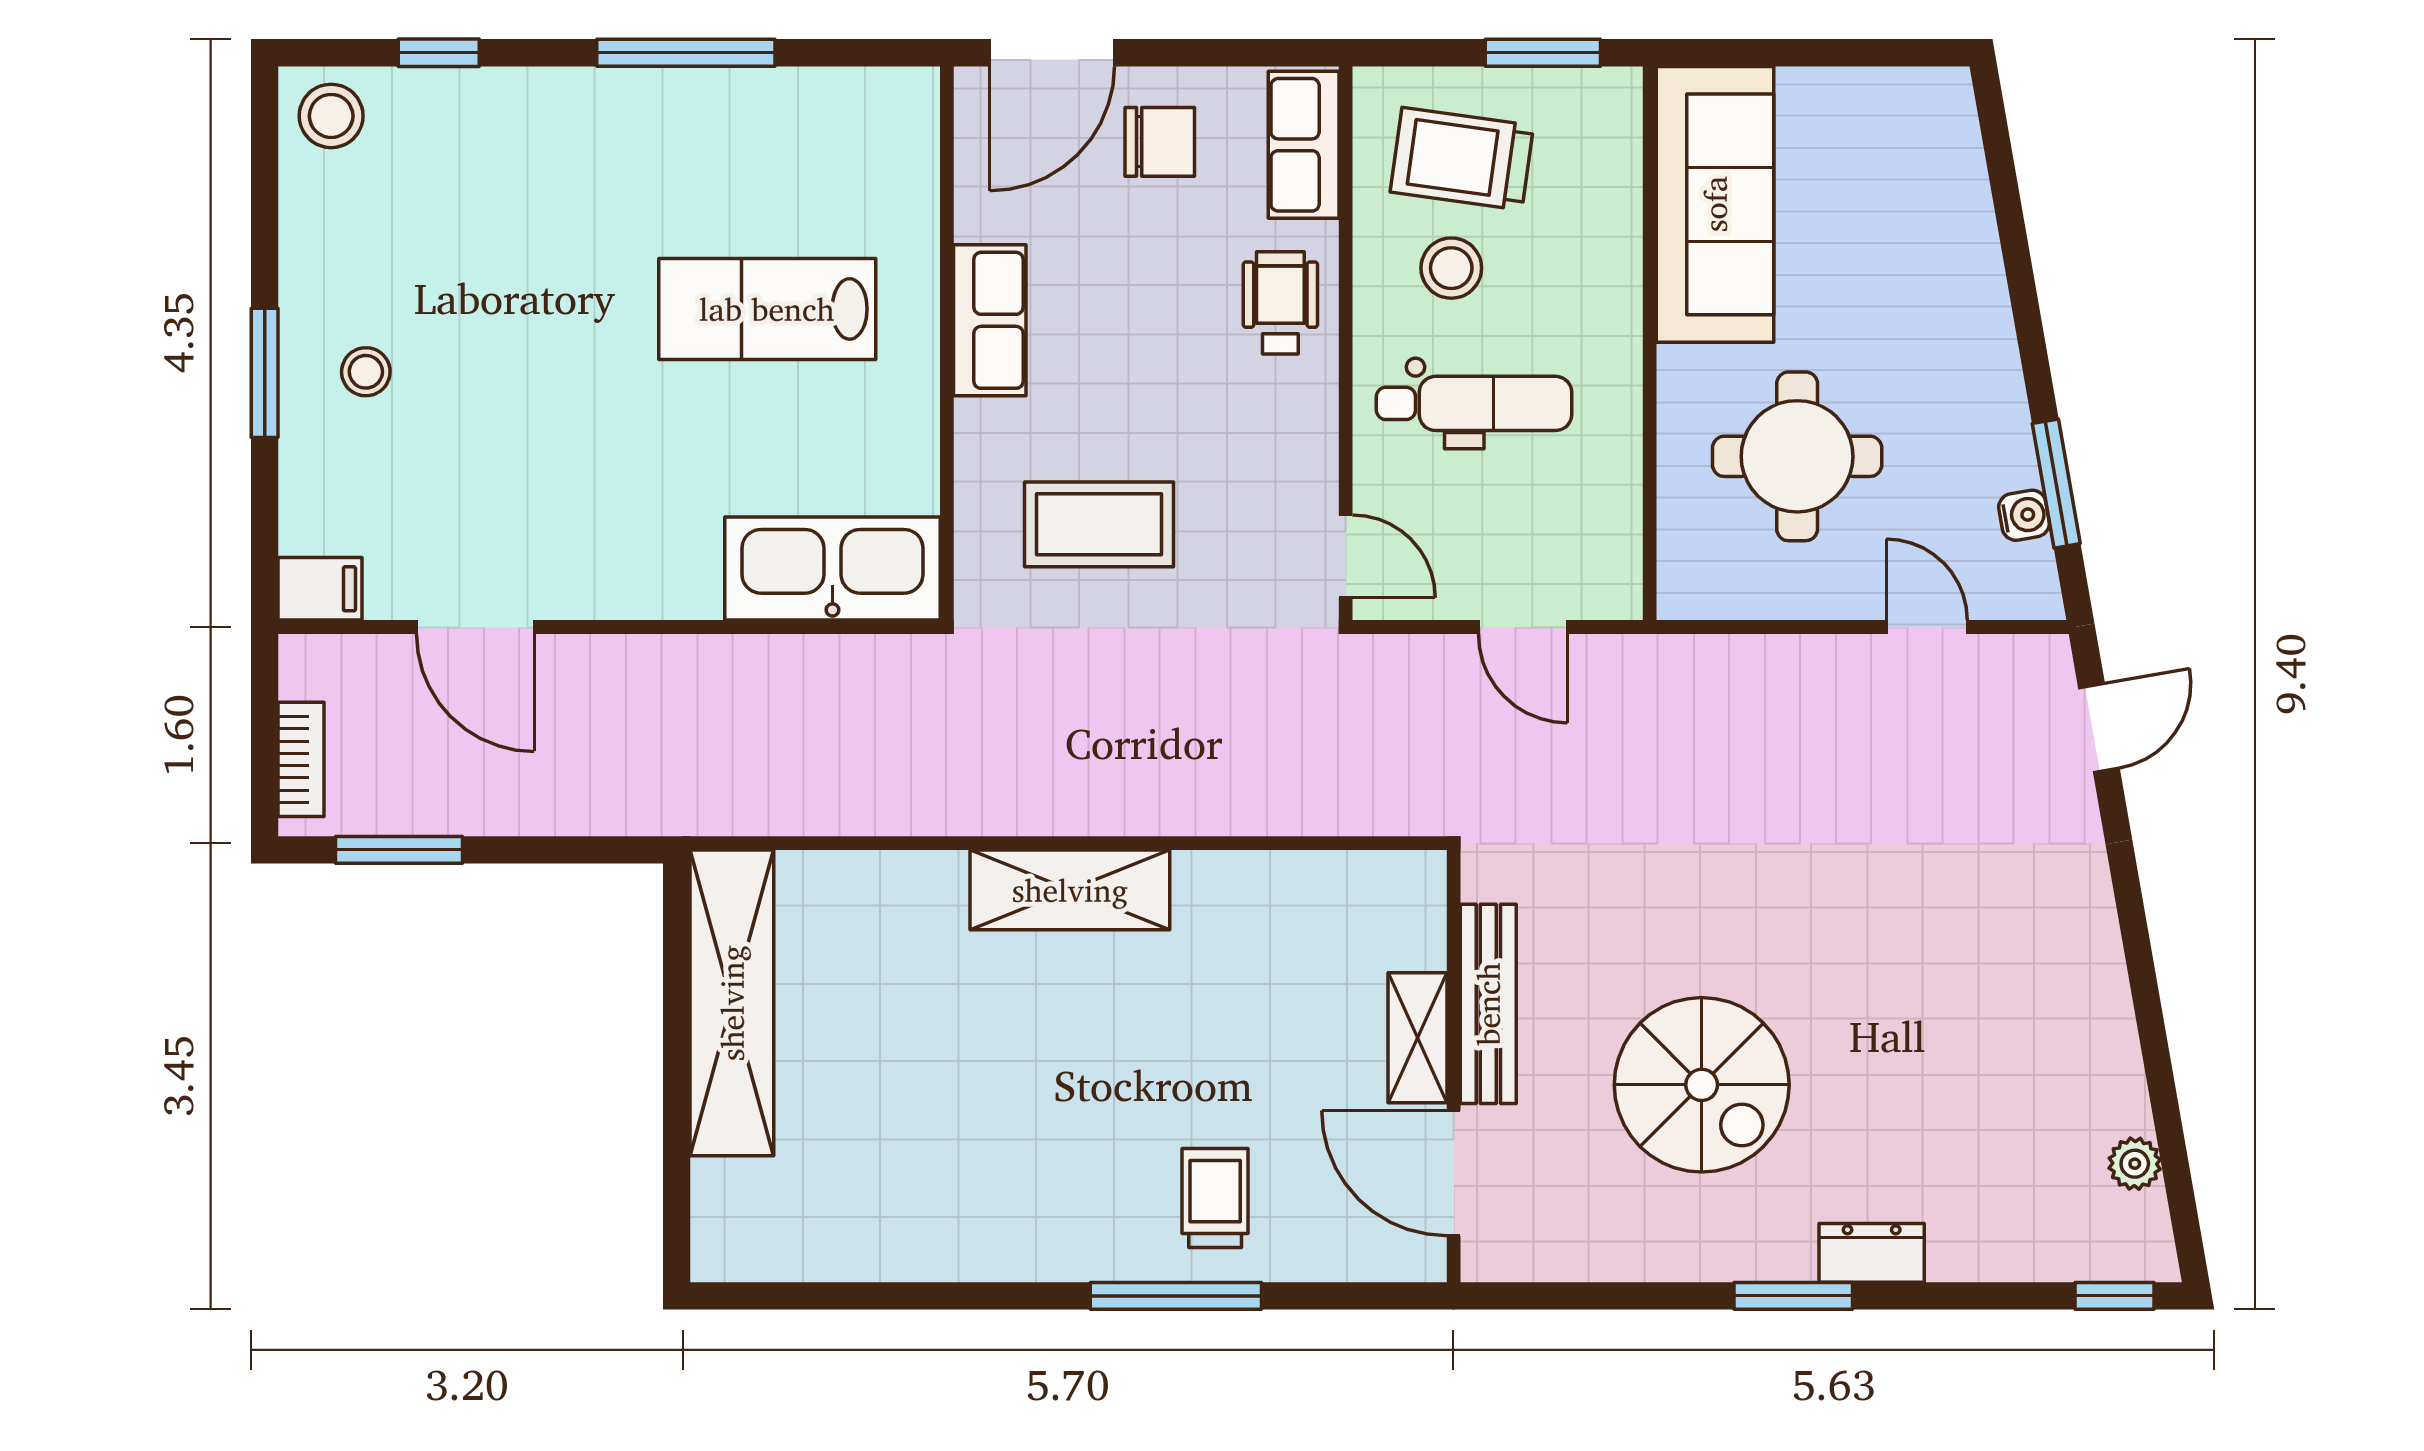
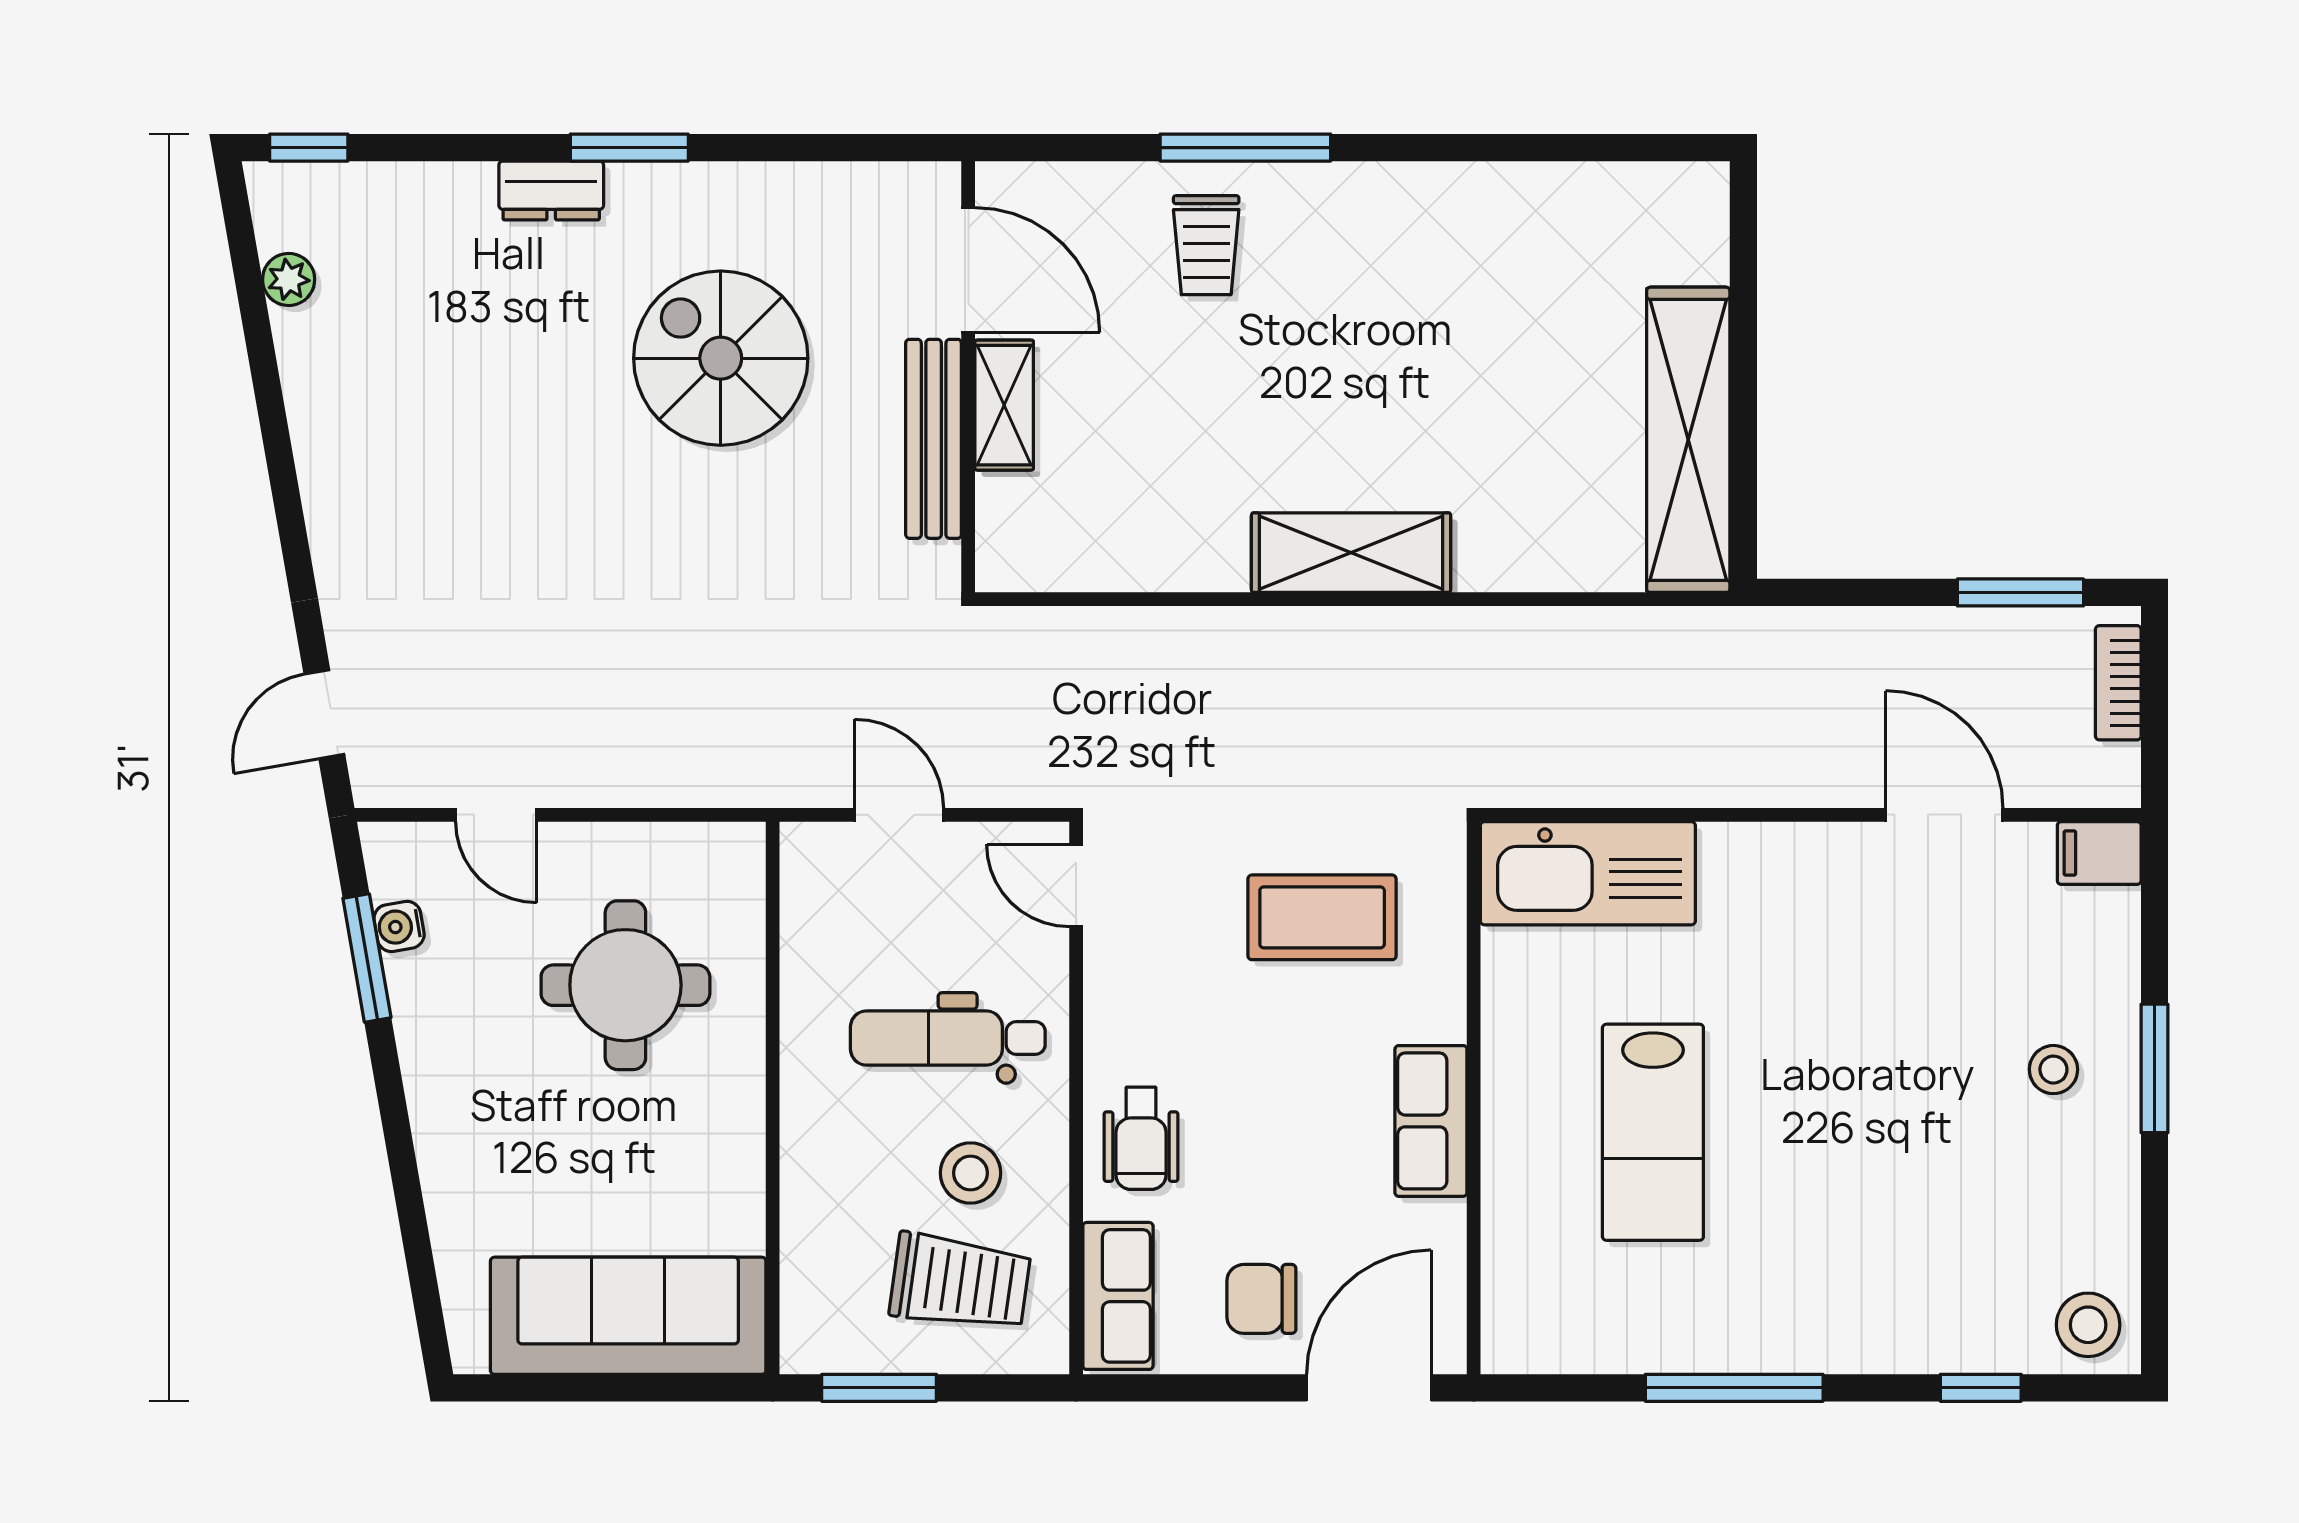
sofa: (1715, 204) -> (628, 1316), moved, turned 90
lab bench: (767, 309) -> (1653, 1132), turned 90

